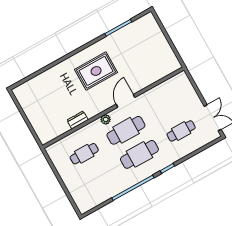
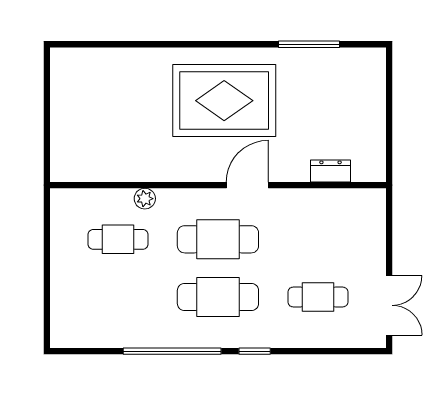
rug: (96, 71) -> (224, 101), width x1.37, depth x1.44
plant: (106, 119) -> (145, 199), moved
dresser: (78, 120) -> (331, 171), moved

